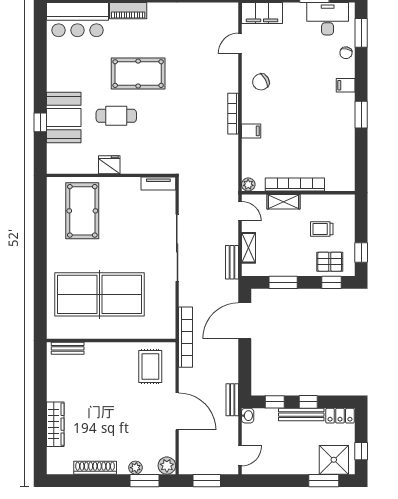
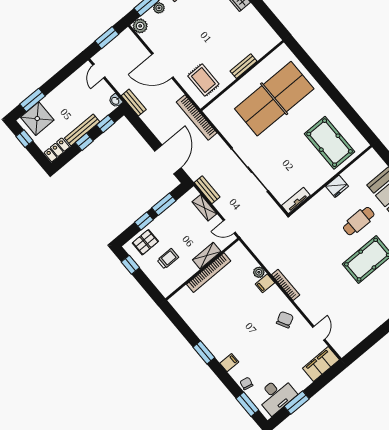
plant: (248, 185) -> (259, 272), moved
window: (331, 282) -> (144, 221), moved
bench: (68, 348) -> (244, 66), moved

